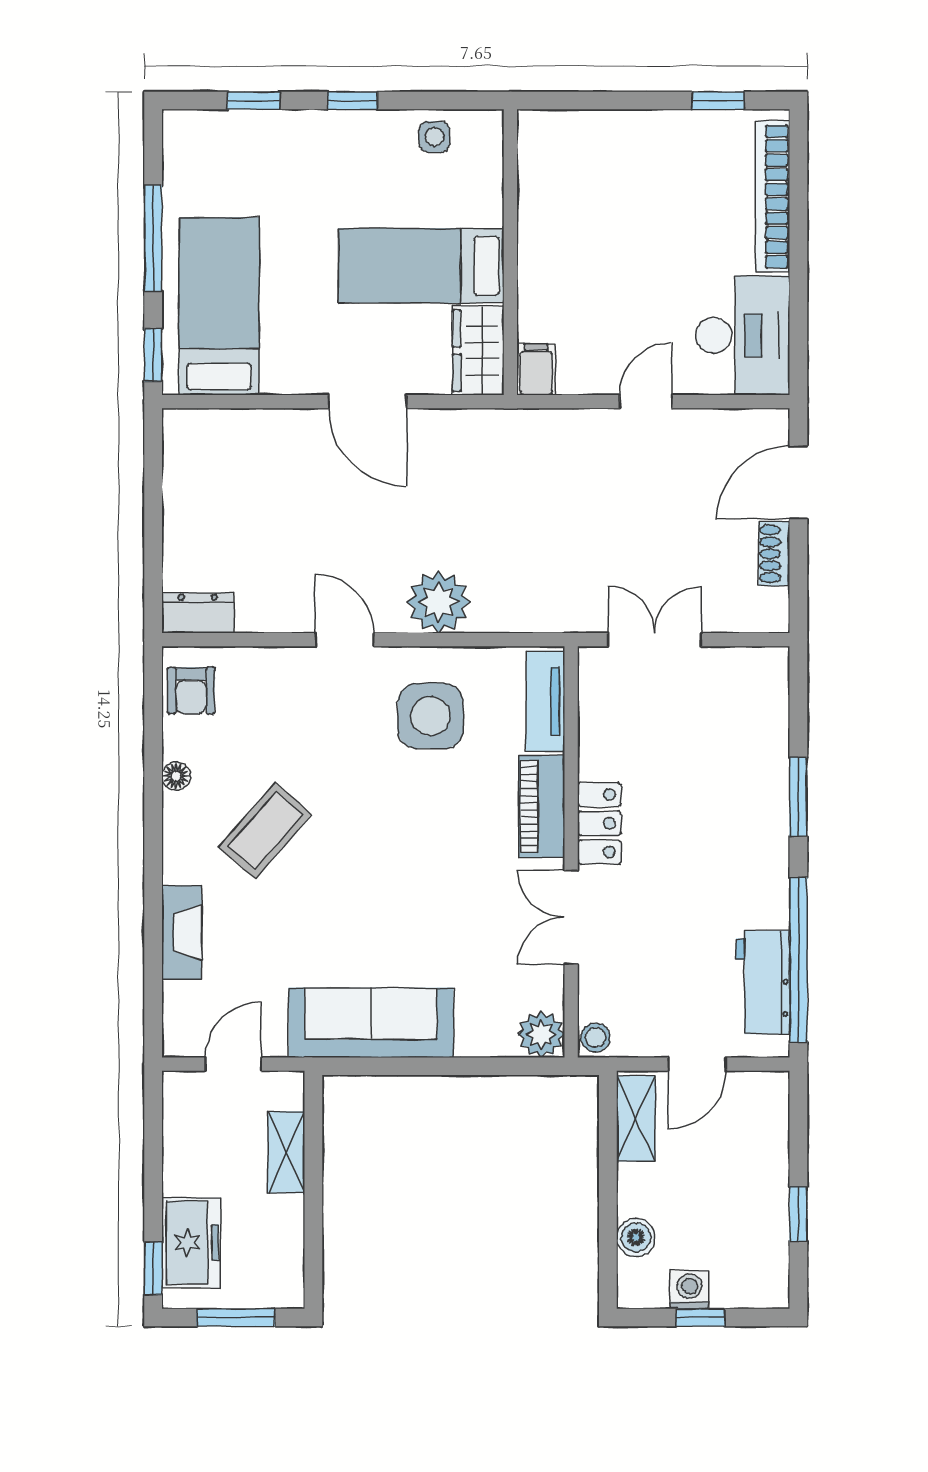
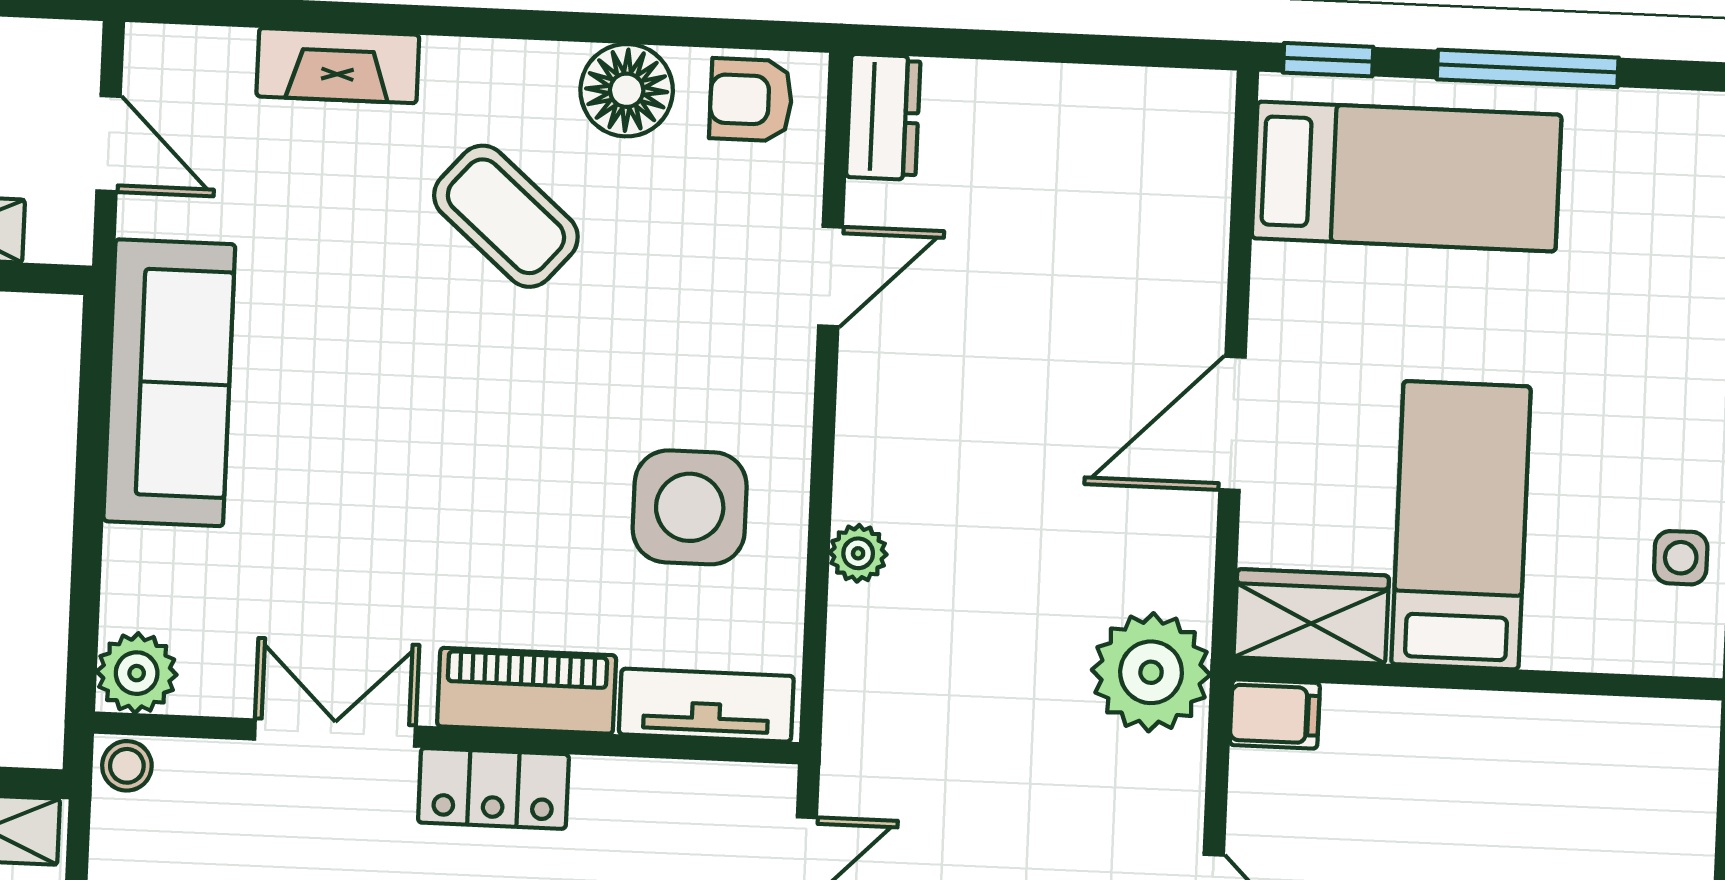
plant: (515, 443) -> (1151, 672), added
plant: (438, 602) -> (858, 553), width x0.53, depth x0.53
door: (345, 640) -> (830, 276), moved
floor lamp: (176, 776) -> (627, 90), width x1.89, depth x1.89

